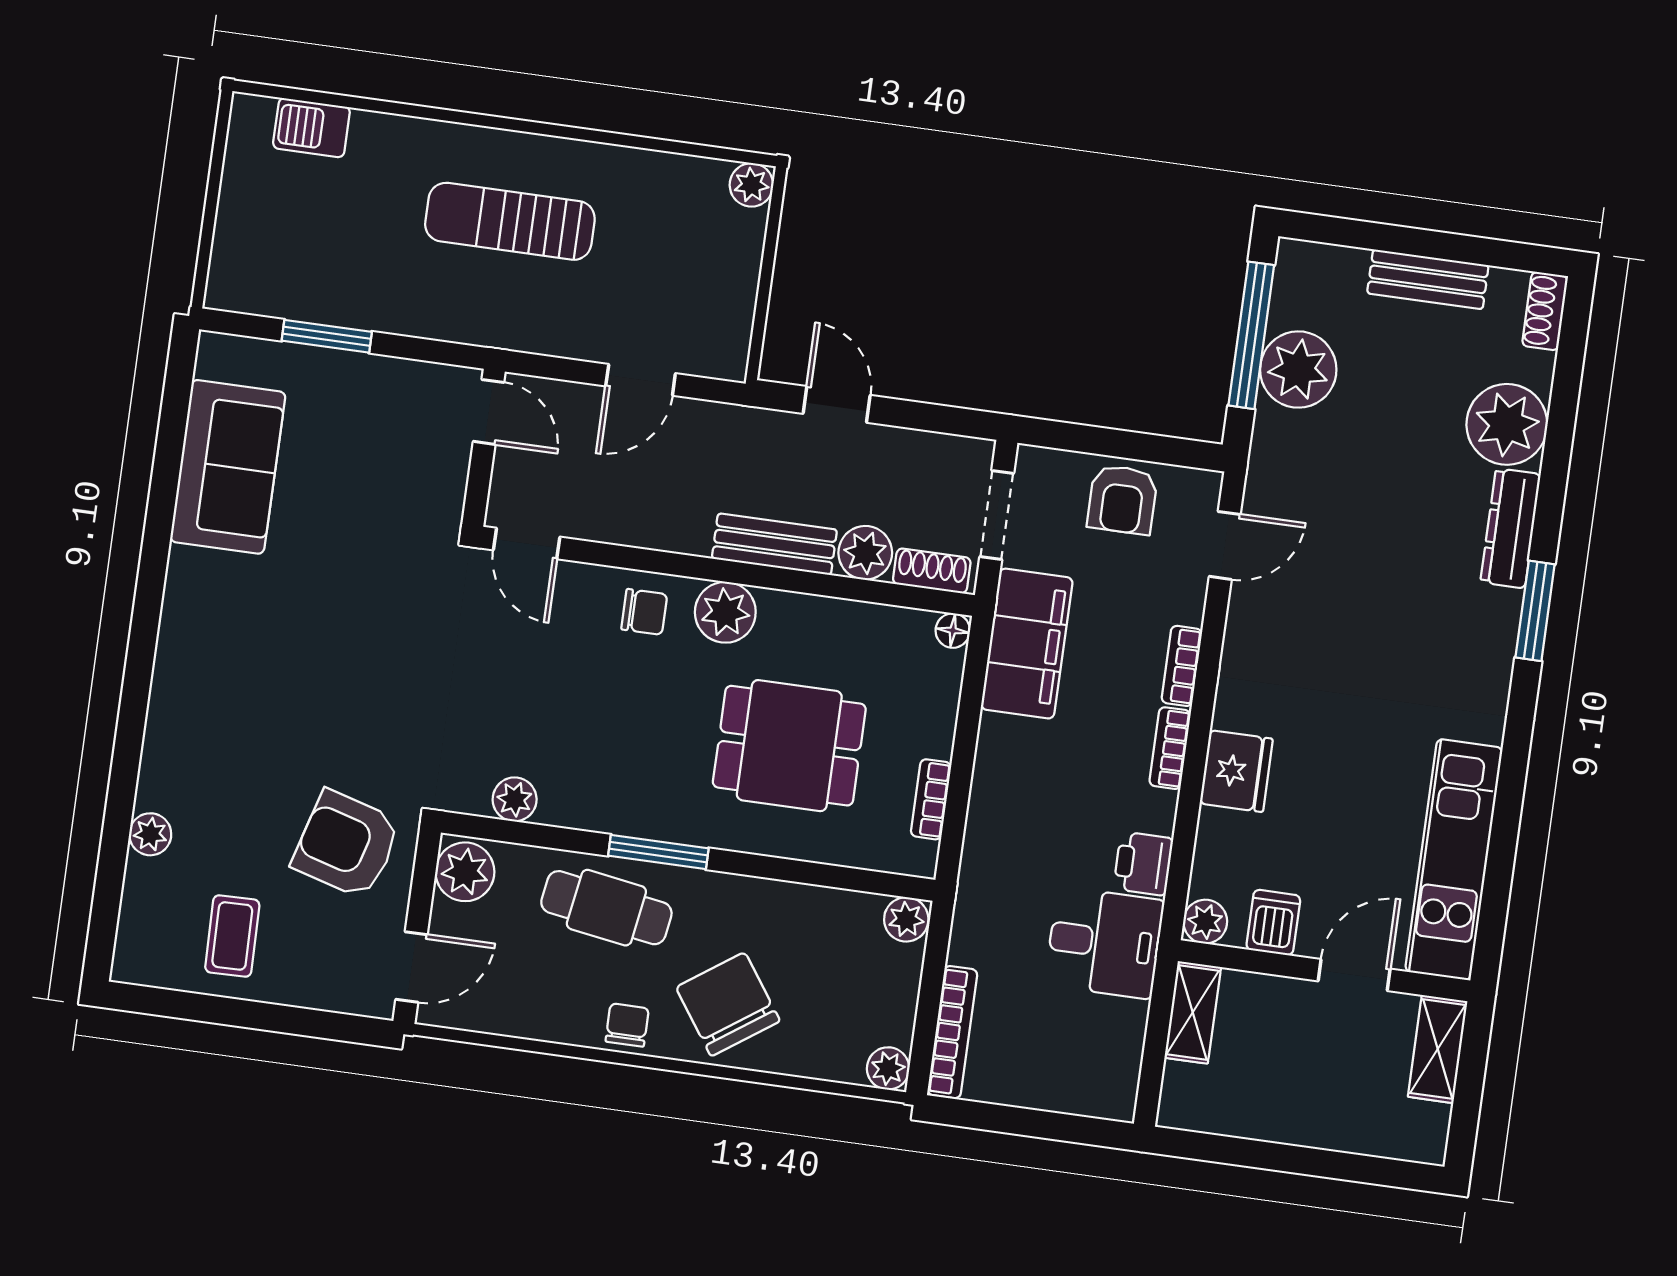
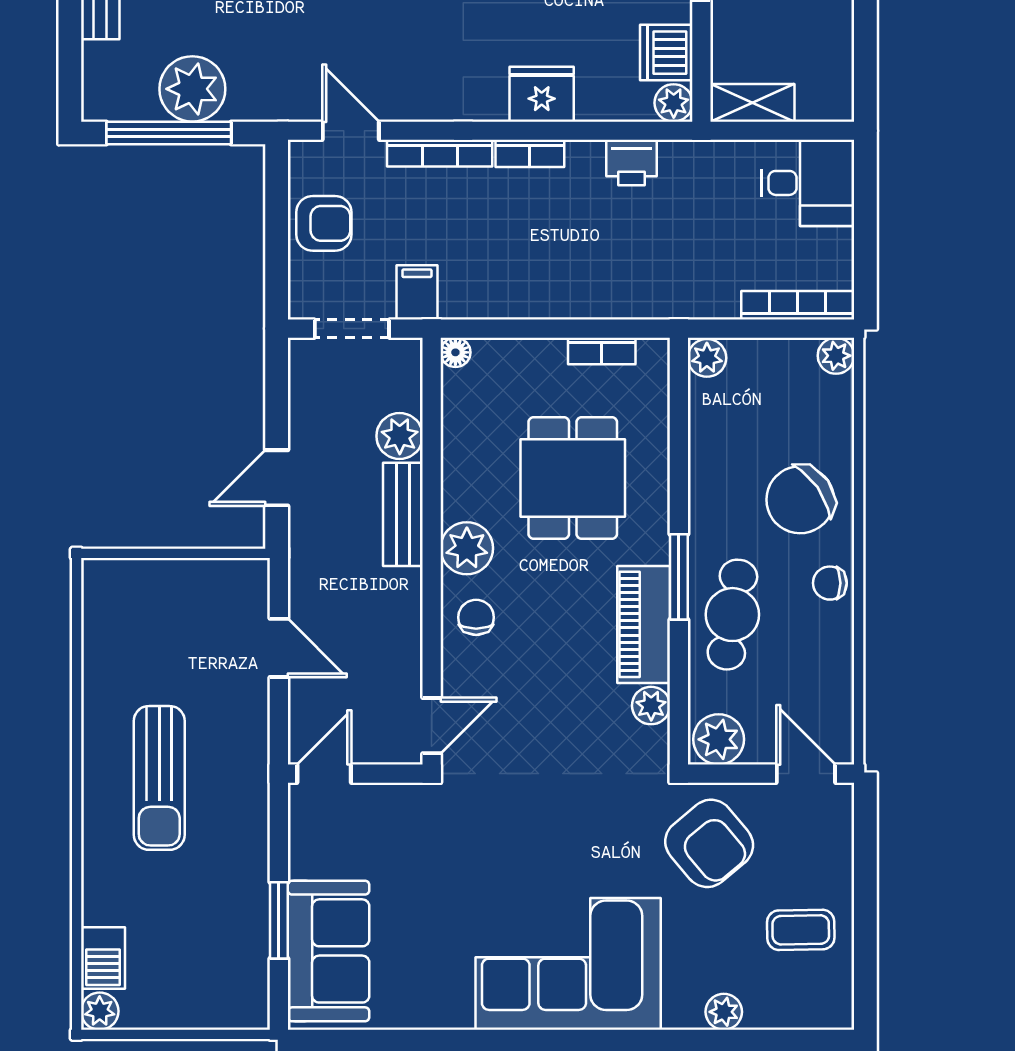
plant: (751, 185) -> (100, 1011), moved
sofa: (228, 467) -> (328, 951), moved, turned 90
shoe rack: (932, 571) -> (407, 377), removed
filing cabinet: (1027, 644) -> (417, 292), width x0.33, depth x0.86
corner sofa: (230, 663) -> (568, 964), added
bookcase: (1182, 666) -> (440, 153), width x1.56
piano: (609, 804) -> (644, 624), added
armchair: (347, 844) -> (709, 843), turned -56
dishwasher: (1273, 923) -> (666, 53), width x1.38
desk: (1104, 943) -> (808, 183), moved, turned 90

